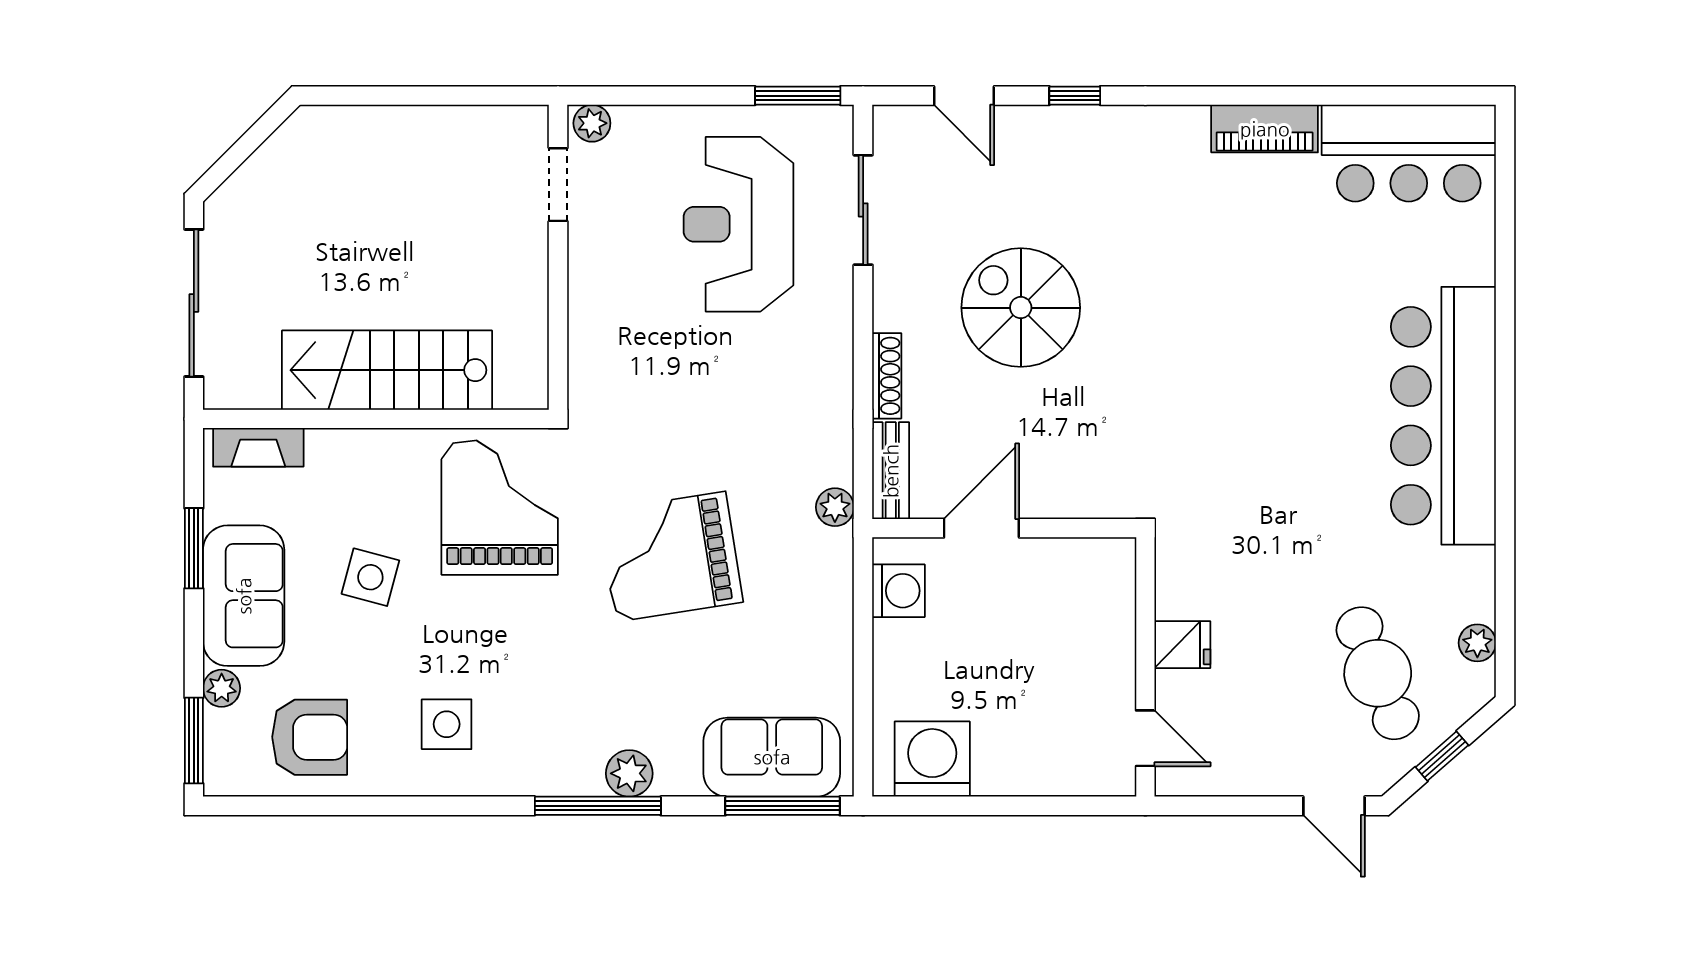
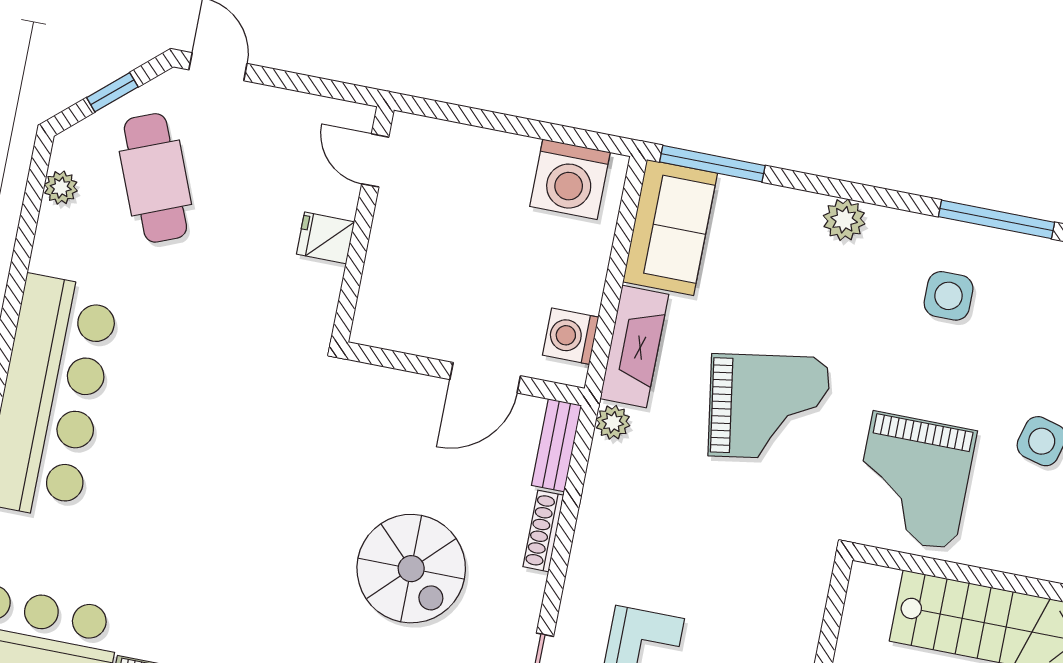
fireplace: (828, 593) -> (634, 346), added
side table: (447, 724) -> (949, 296), moved
sofa: (772, 757) -> (670, 228), moved, turned -90
window: (598, 806) -> (996, 219), moved

